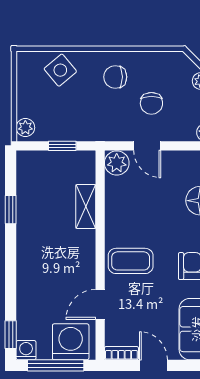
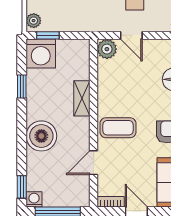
window: (62, 146) -> (48, 35), moved
shelving: (86, 207) -> (82, 98), moved
boiler: (35, 271) -> (41, 136), added
washing machine: (71, 342) -> (41, 53), moved, turned 180

